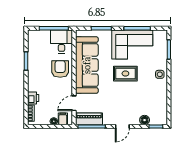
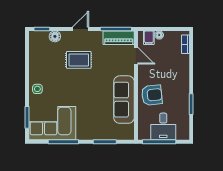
desk: (61, 42) -> (163, 126), moved
corner sofa: (132, 44) -> (52, 123), moved
sofa: (87, 65) -> (124, 100), width x0.74, depth x0.79
armchair: (60, 69) -> (152, 95), turned -96
rug: (125, 74) -> (79, 60), moved
printer: (33, 98) -> (183, 62), removed
door: (74, 103) -> (136, 56), hinge flipped

